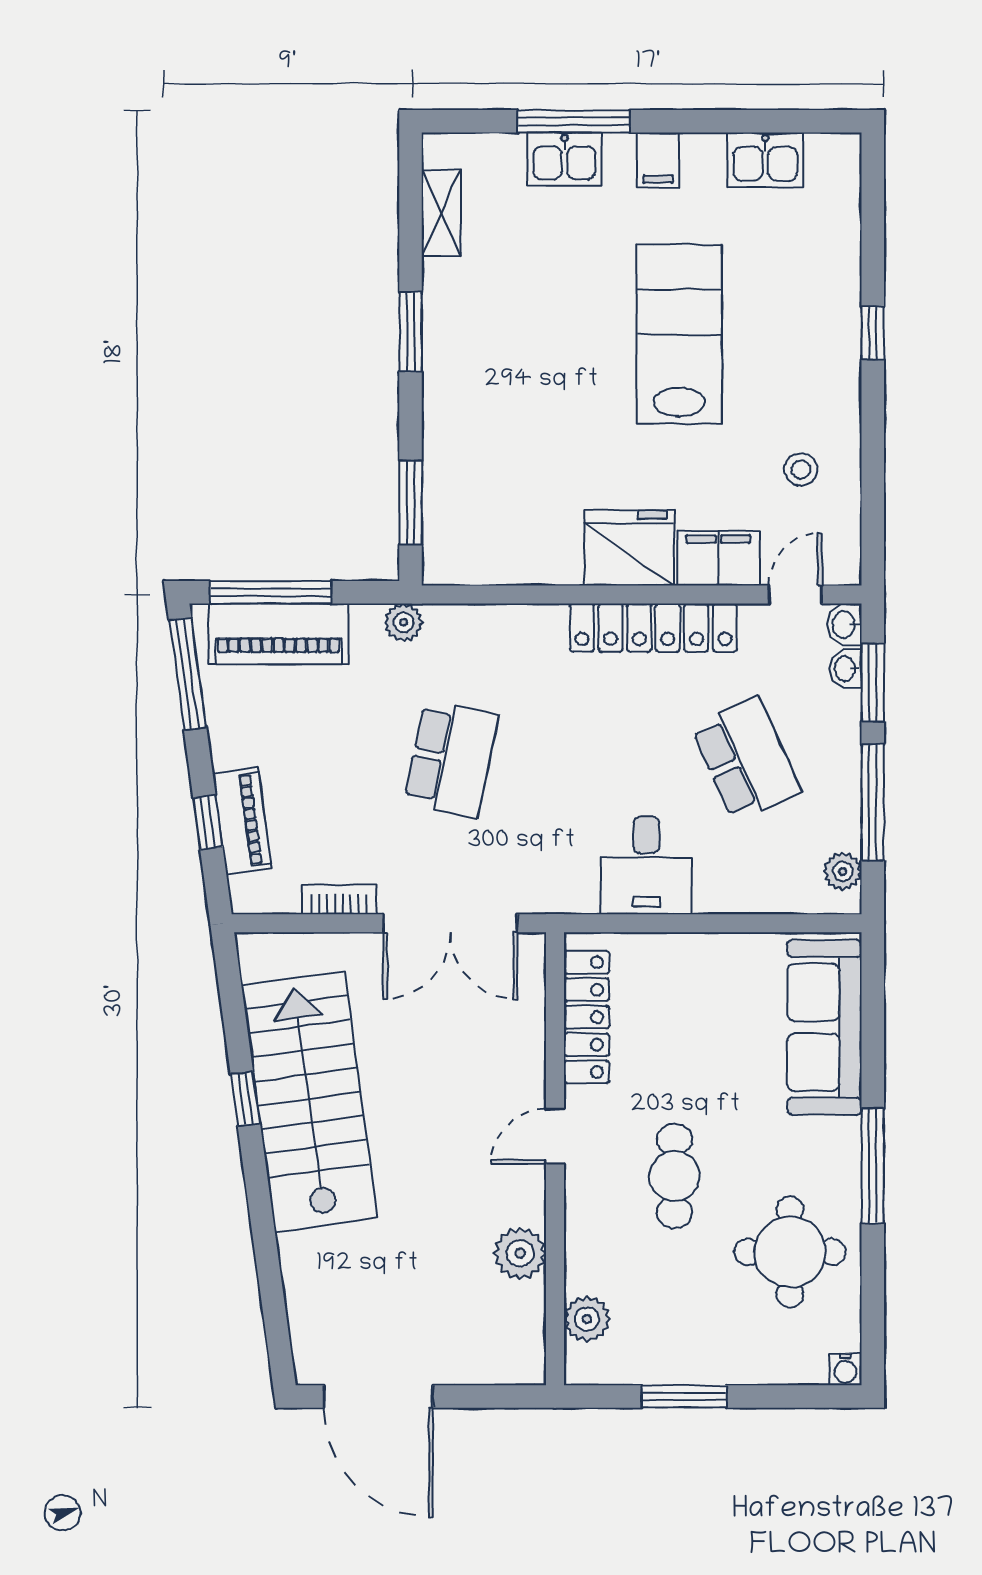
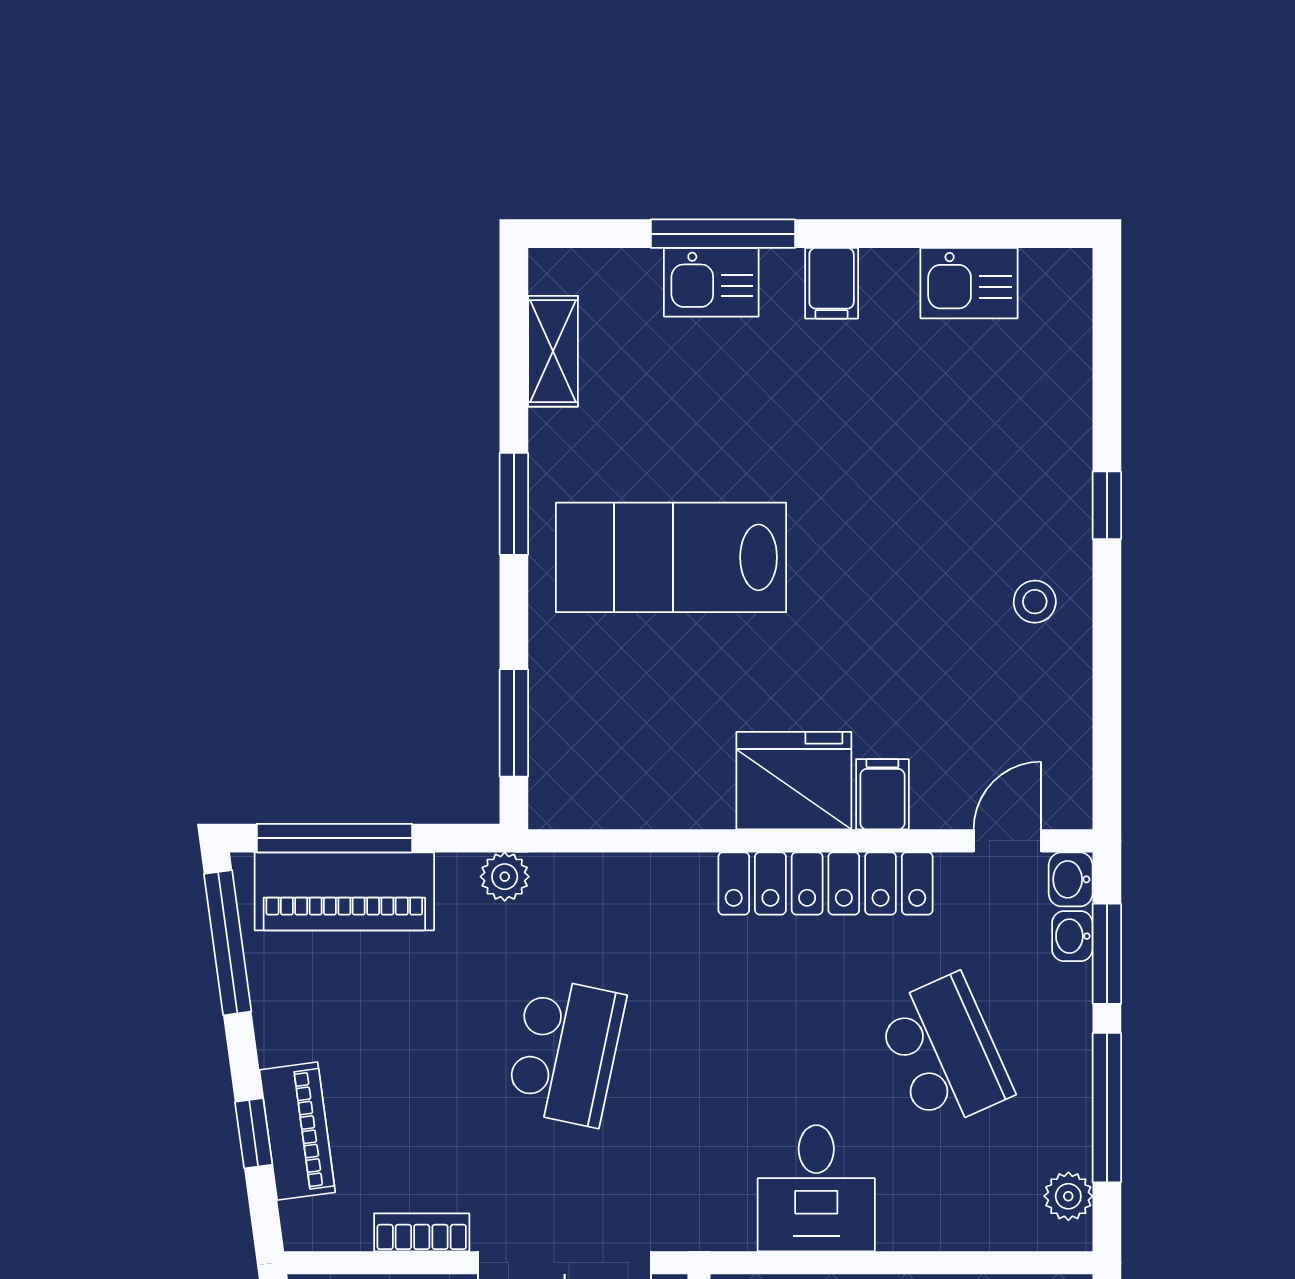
lab bench: (679, 334) -> (671, 557), moved, turned -90
stool: (801, 470) -> (1035, 602), moved
filing cabinet: (718, 558) -> (882, 794), width x0.50

